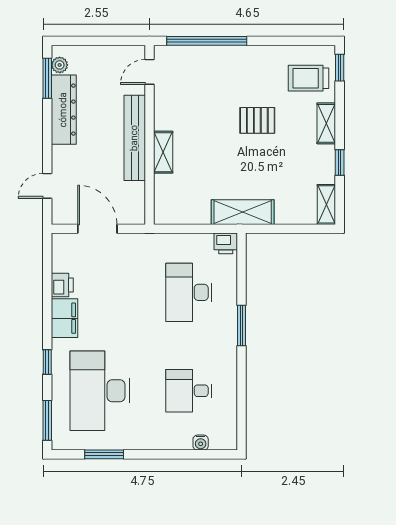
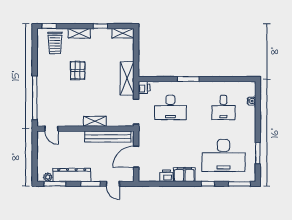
bench: (135, 138) -> (108, 137), moved
window: (47, 144) -> (90, 184), added
doorway: (181, 229) -> (136, 112), added

